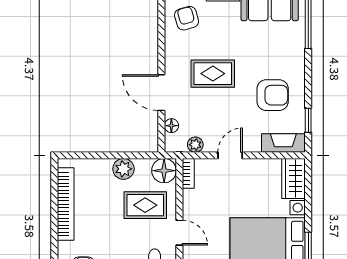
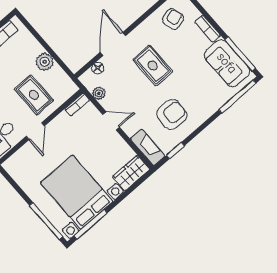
armchair: (273, 95) -> (172, 115), turned -90
floor lamp: (164, 171) -> (66, 88), removed

